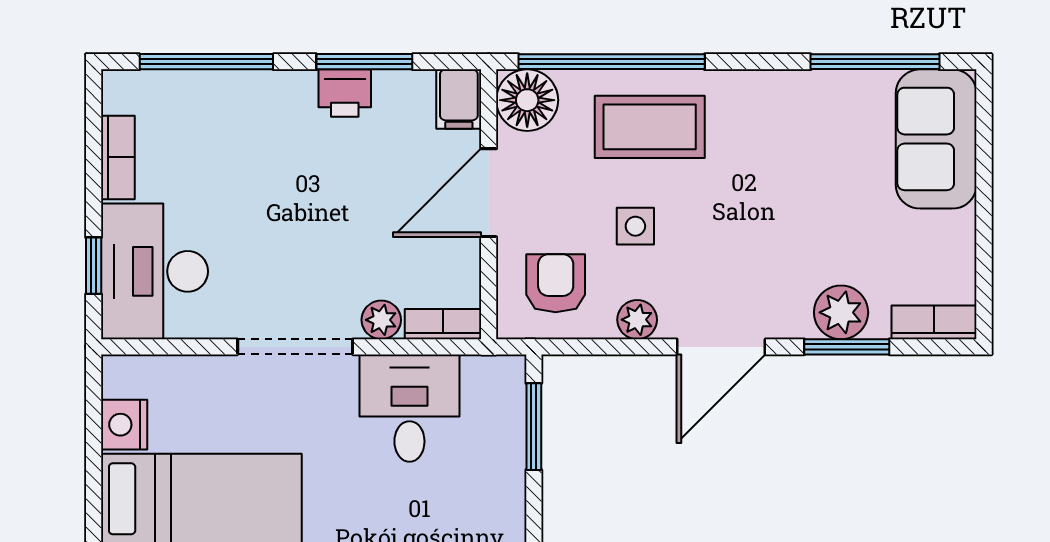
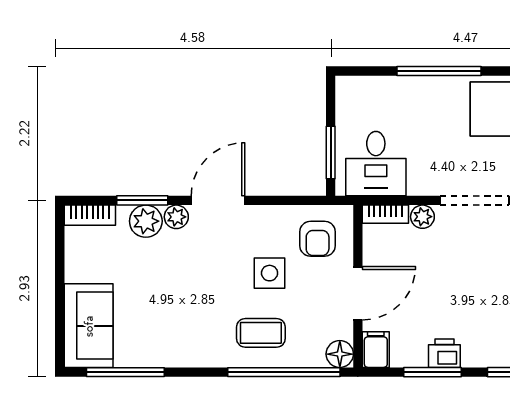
floor lamp: (527, 100) -> (340, 354), width x0.73, depth x0.73
coffee table: (650, 127) -> (261, 333), width x0.73, depth x0.77
side table: (635, 226) -> (270, 273), width x1.37, depth x1.37
plant: (637, 320) -> (176, 217), moved
desk: (409, 408) -> (376, 164), moved

